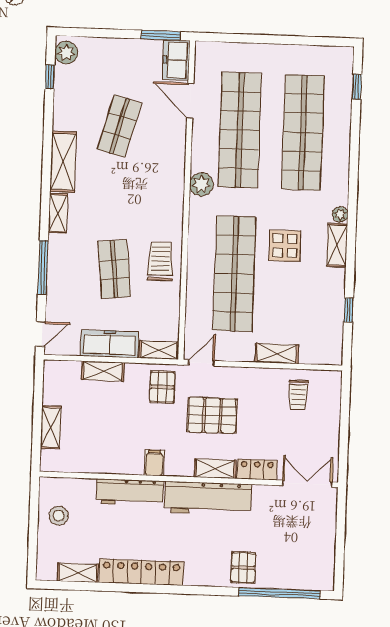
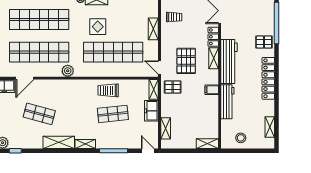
freezer: (110, 344) -> (151, 111), width x0.71
shelving: (103, 371) -> (166, 128), moved
shelving: (51, 427) -> (207, 144), moved
locker: (141, 572) -> (268, 78), moved

